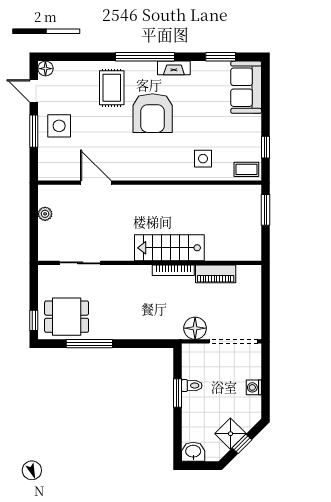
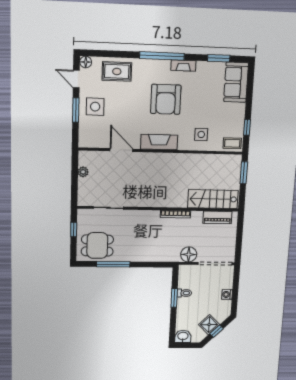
rug: (112, 88) -> (117, 71), moved, turned 90
fireplace: (146, 171) -> (159, 142), added
stairs: (169, 248) -> (213, 199), moved
piano: (216, 274) -> (217, 217), moved
window: (34, 320) -> (74, 229), moved

